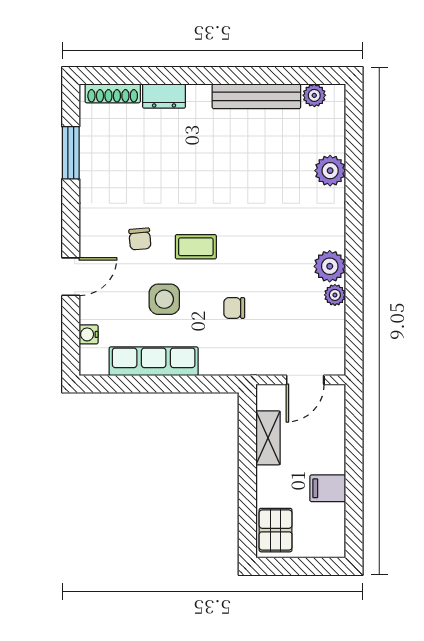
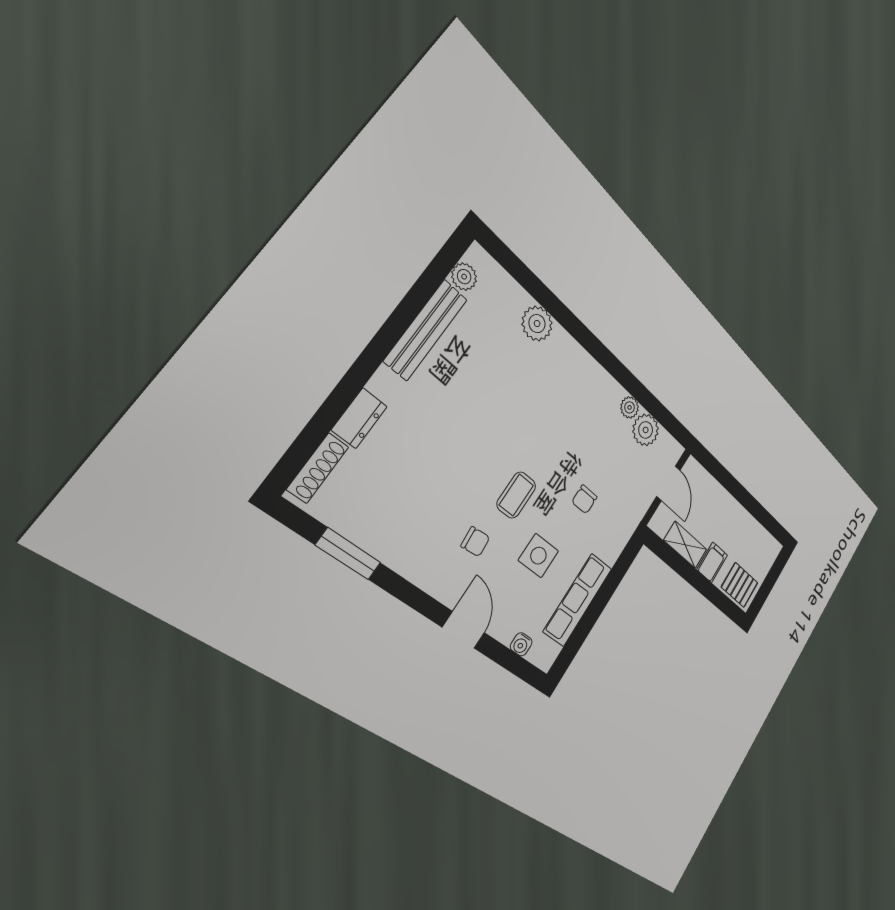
plant: (330, 266) -> (646, 430), moved
filing cabinet: (328, 488) -> (712, 562), moved, turned 180

